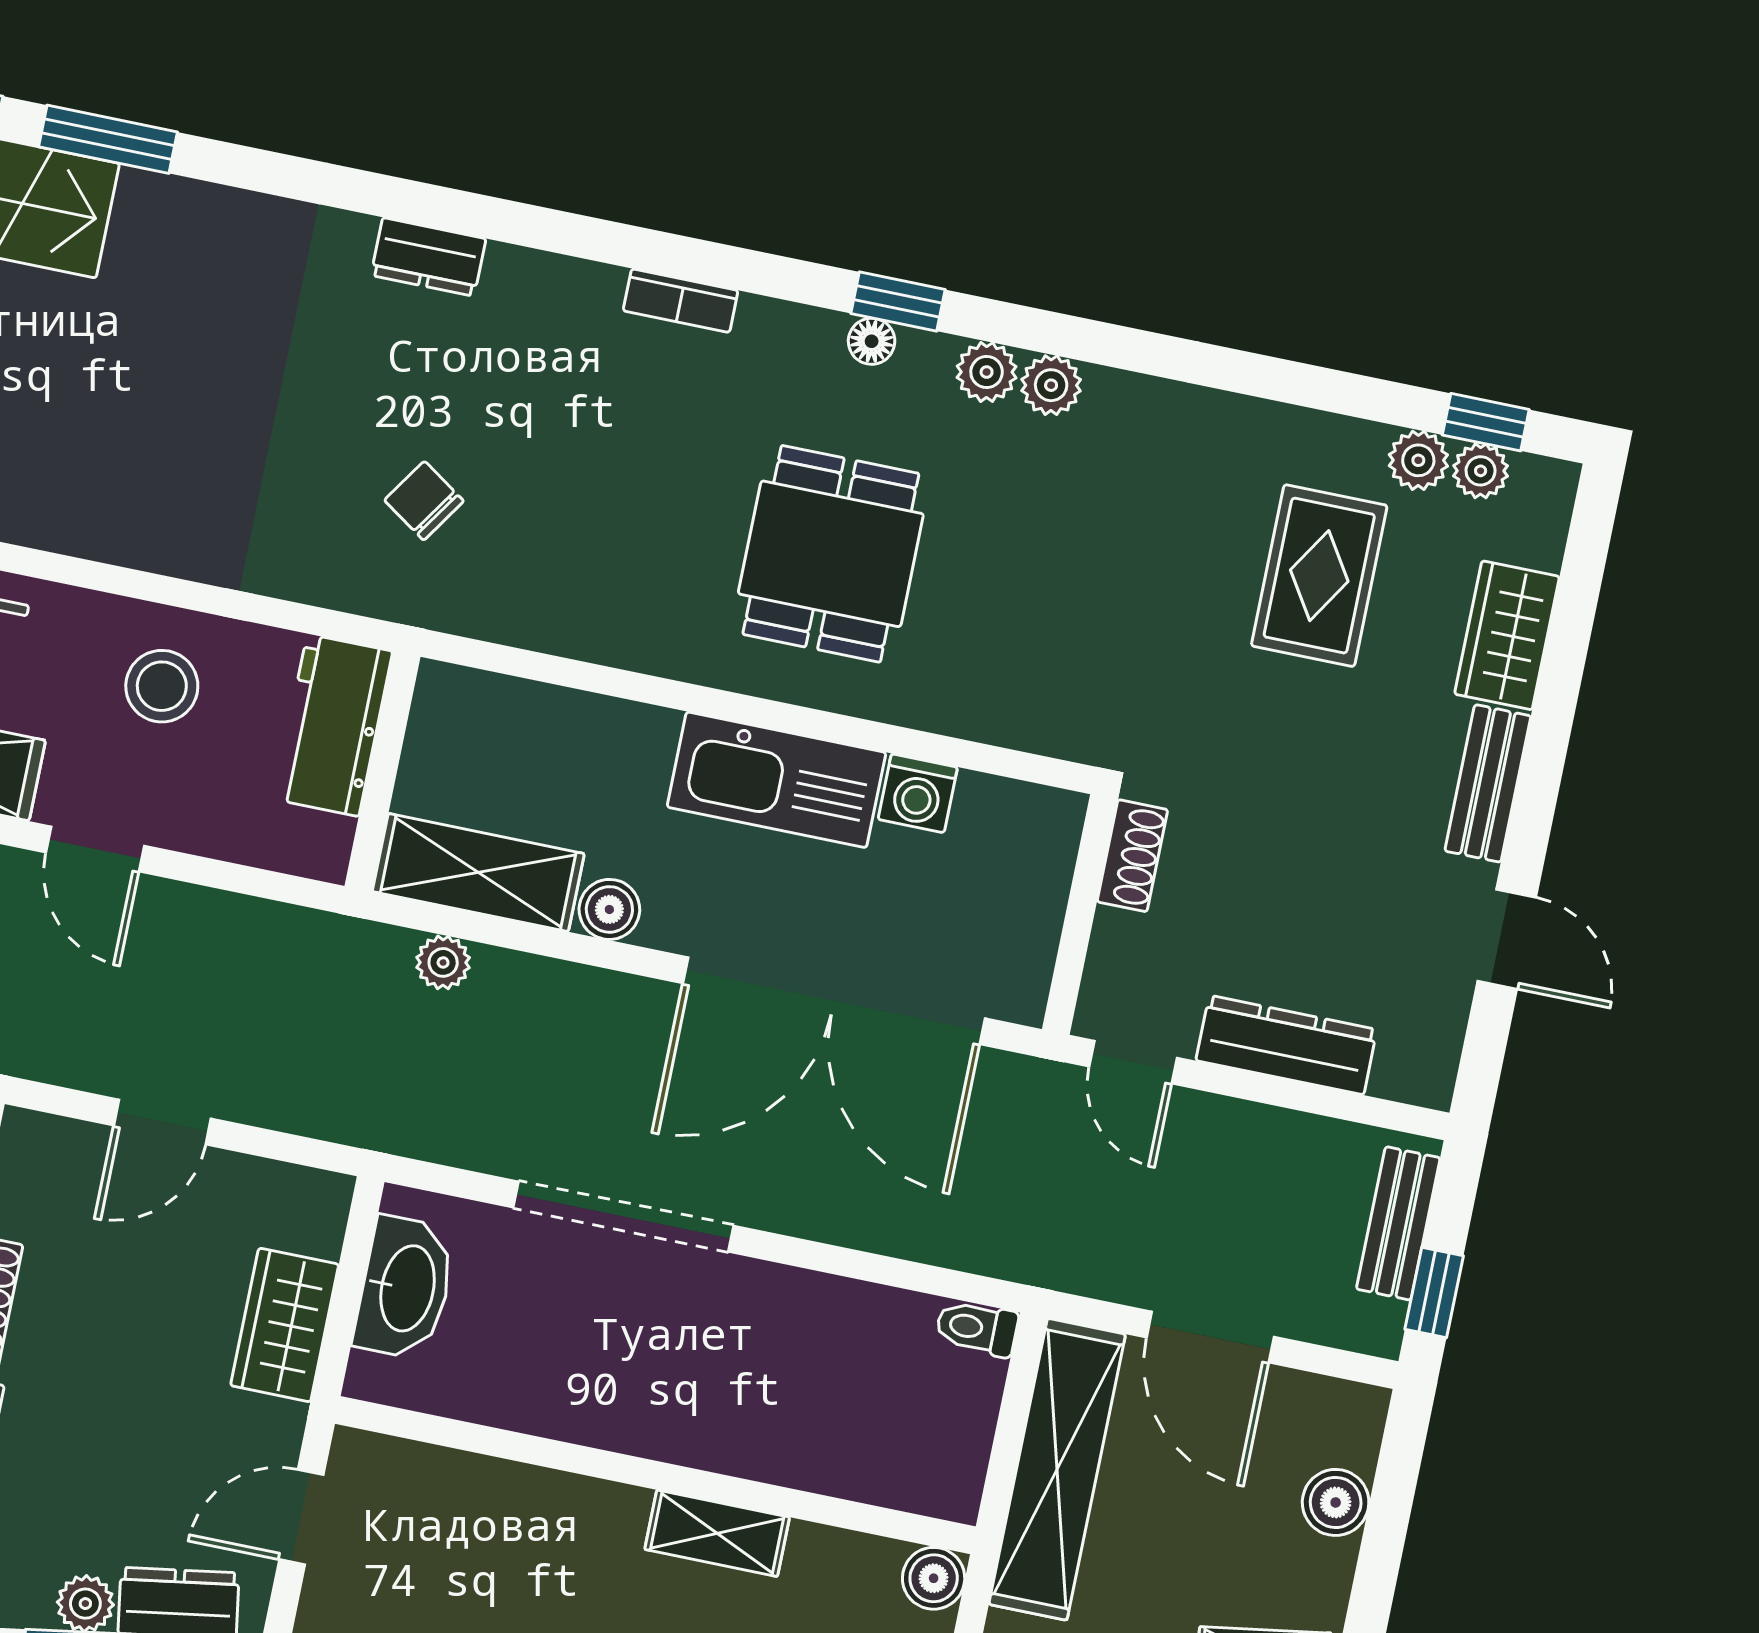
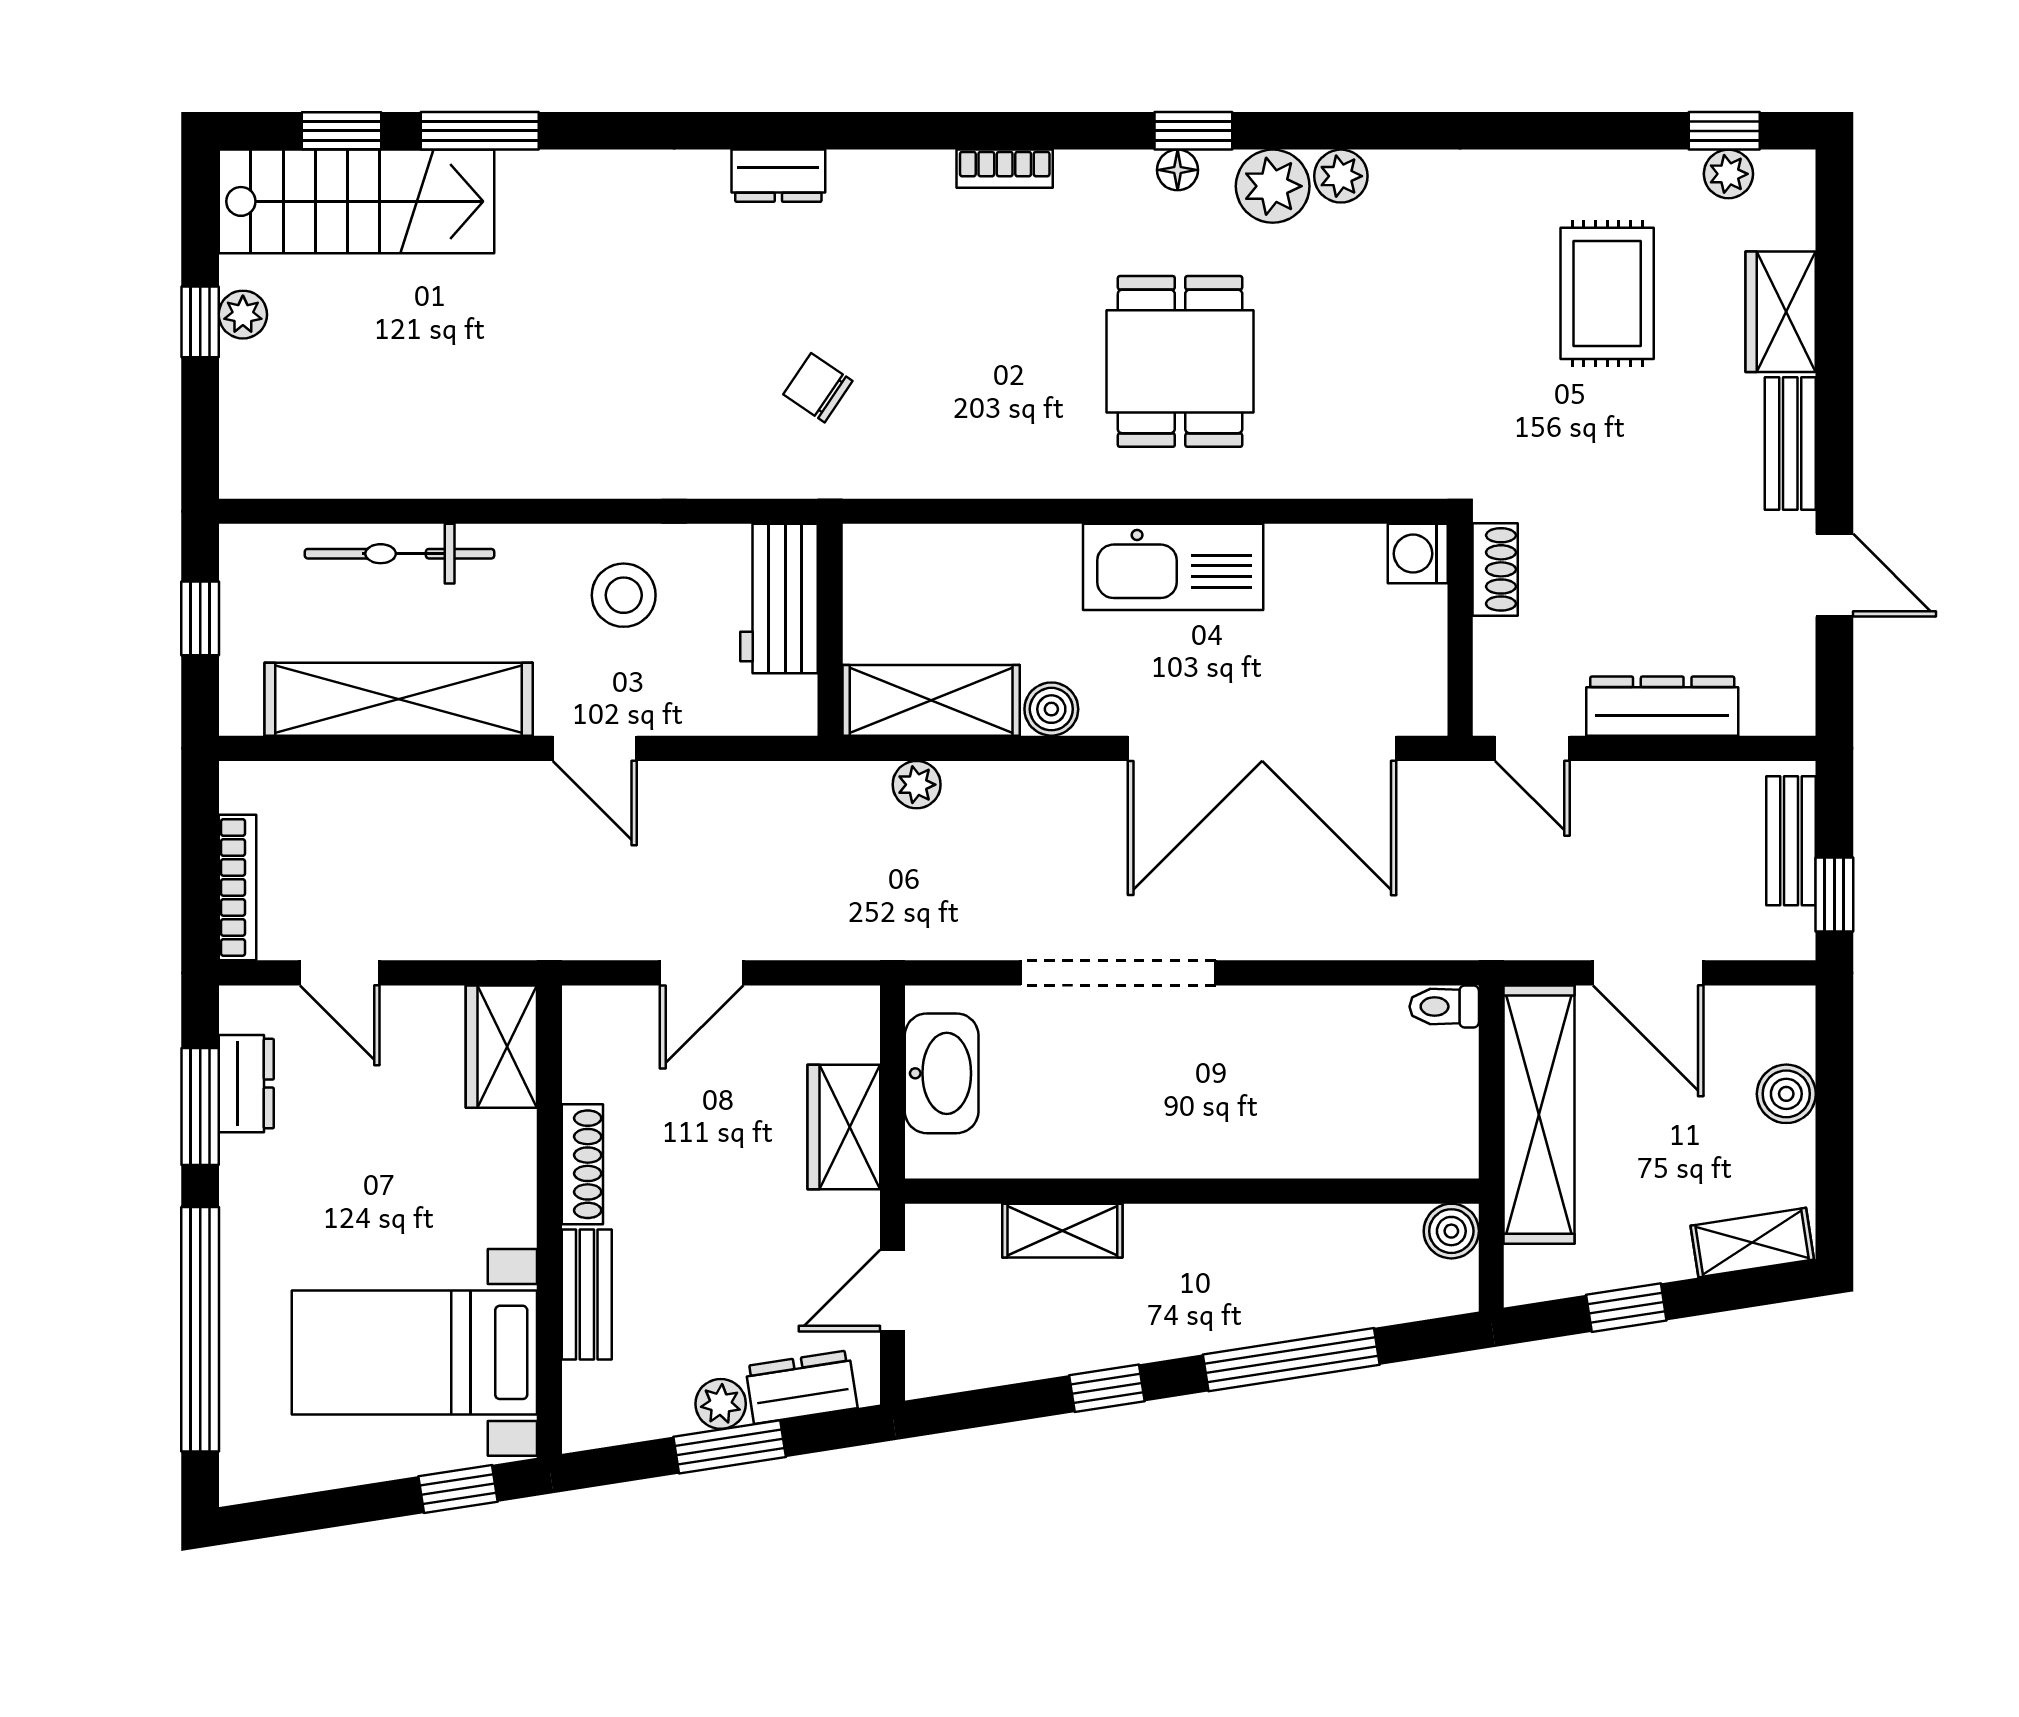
plant: (987, 372) -> (1273, 186), width x1.38, depth x1.38
plant: (1418, 460) -> (1673, 176), removed
washing machine: (918, 793) -> (1418, 554), moved, turned 90
shelving: (717, 1533) -> (1062, 1231), moved

